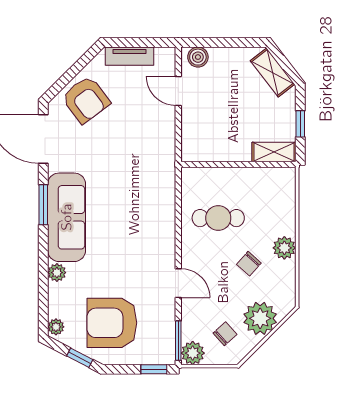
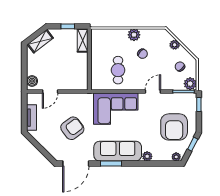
armchair: (86, 100) -> (72, 128), moved
corner sofa: (146, 214) -> (116, 109), added
plant: (260, 318) -> (175, 45), width x0.53, depth x0.53

